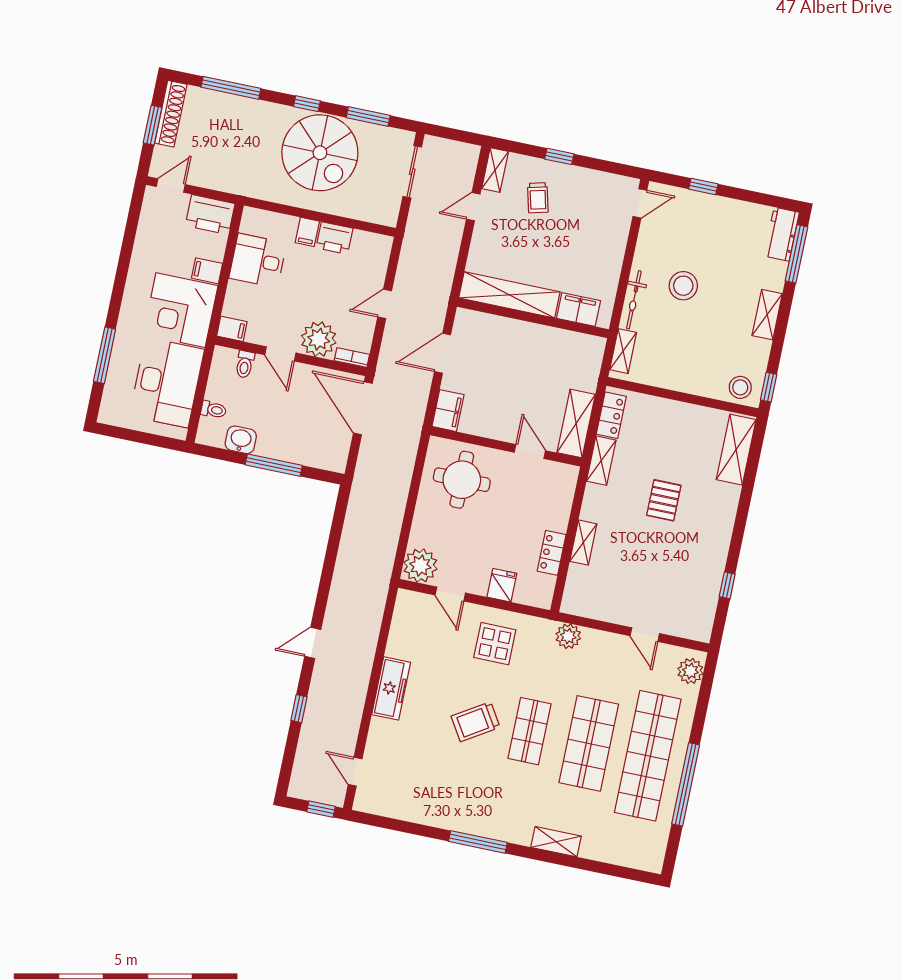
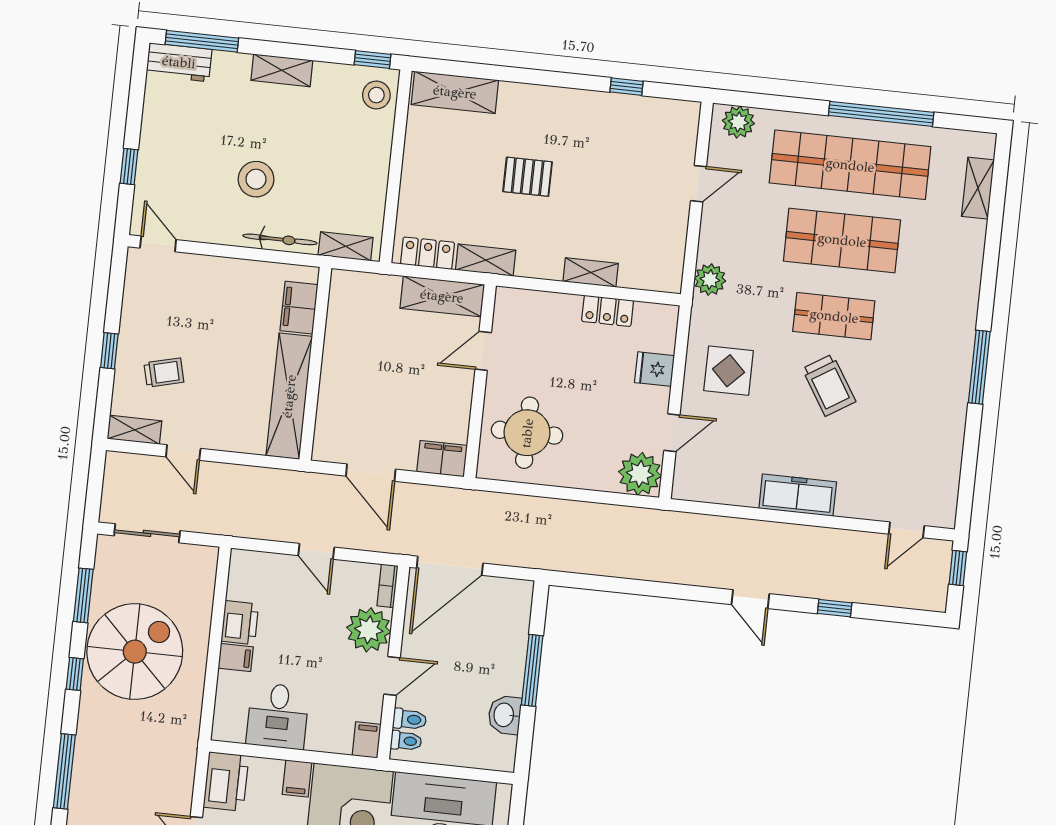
toilet: (214, 410) -> (406, 741), moved, turned 90
shelving: (556, 842) -> (978, 188), moved

